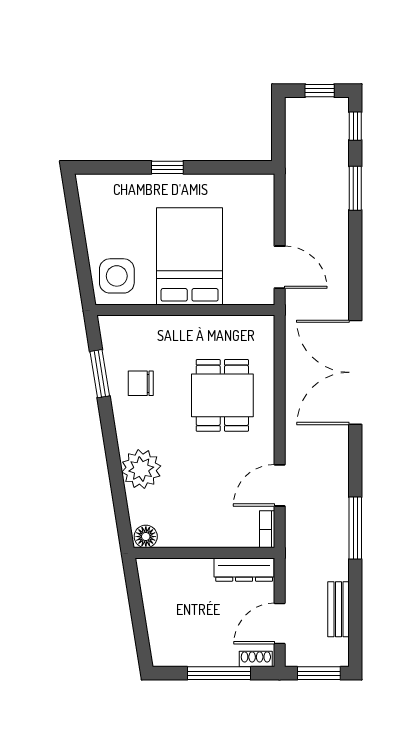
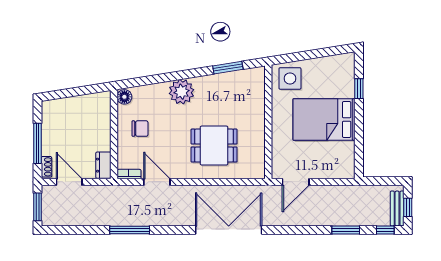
window: (167, 167) -> (359, 89), moved
bed: (190, 256) -> (324, 120), moved, turned 180
chair: (141, 383) -> (140, 129), moved, turned 90
plant: (141, 469) -> (181, 92), moved
dresser: (244, 570) -> (103, 165), width x0.70
bench: (338, 609) -> (397, 208), moved, turned 90

